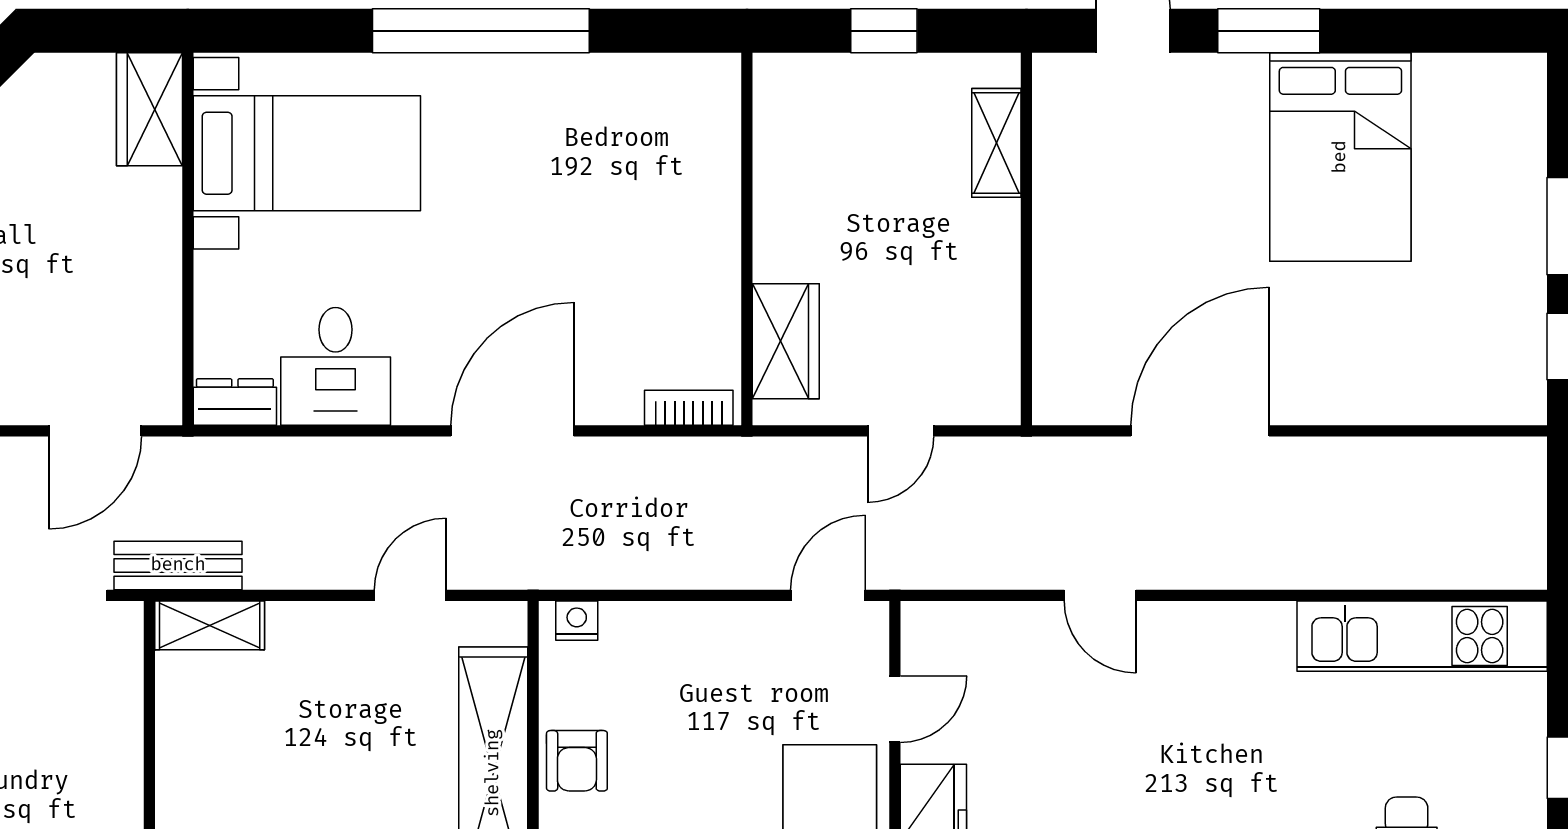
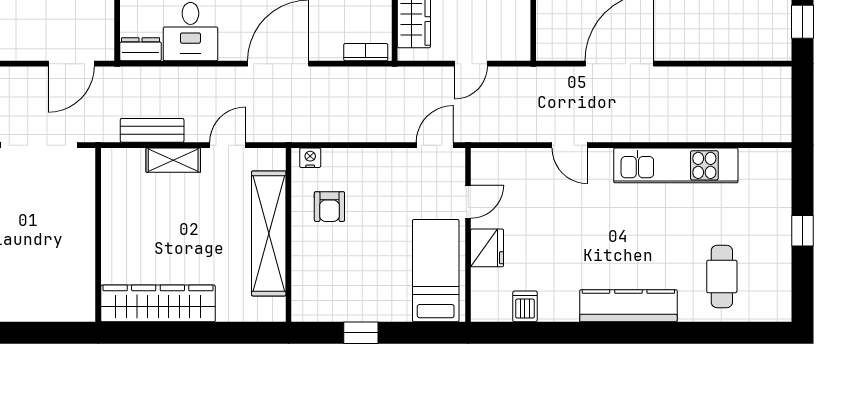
bench: (178, 565) -> (152, 130), moved
shelving: (210, 625) -> (173, 160), moved
kitchen unit: (1422, 636) -> (676, 165), moved
armchair: (577, 761) -> (329, 207), moved

